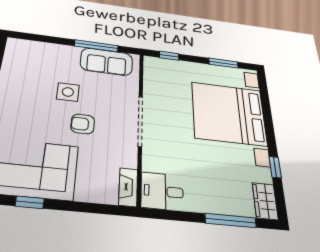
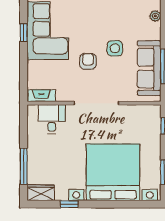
plant: (31, 46) -> (155, 16), added
sofa: (107, 62) -> (149, 68), width x1.36
desk: (162, 191) -> (52, 119), moved

